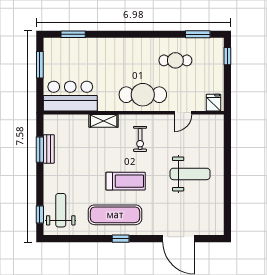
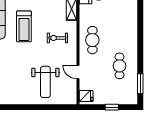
window: (227, 56) -> (112, 107), moved
cafe table: (143, 95) -> (92, 40), width x0.73, depth x0.74
weight bench: (190, 174) -> (45, 82), moved

